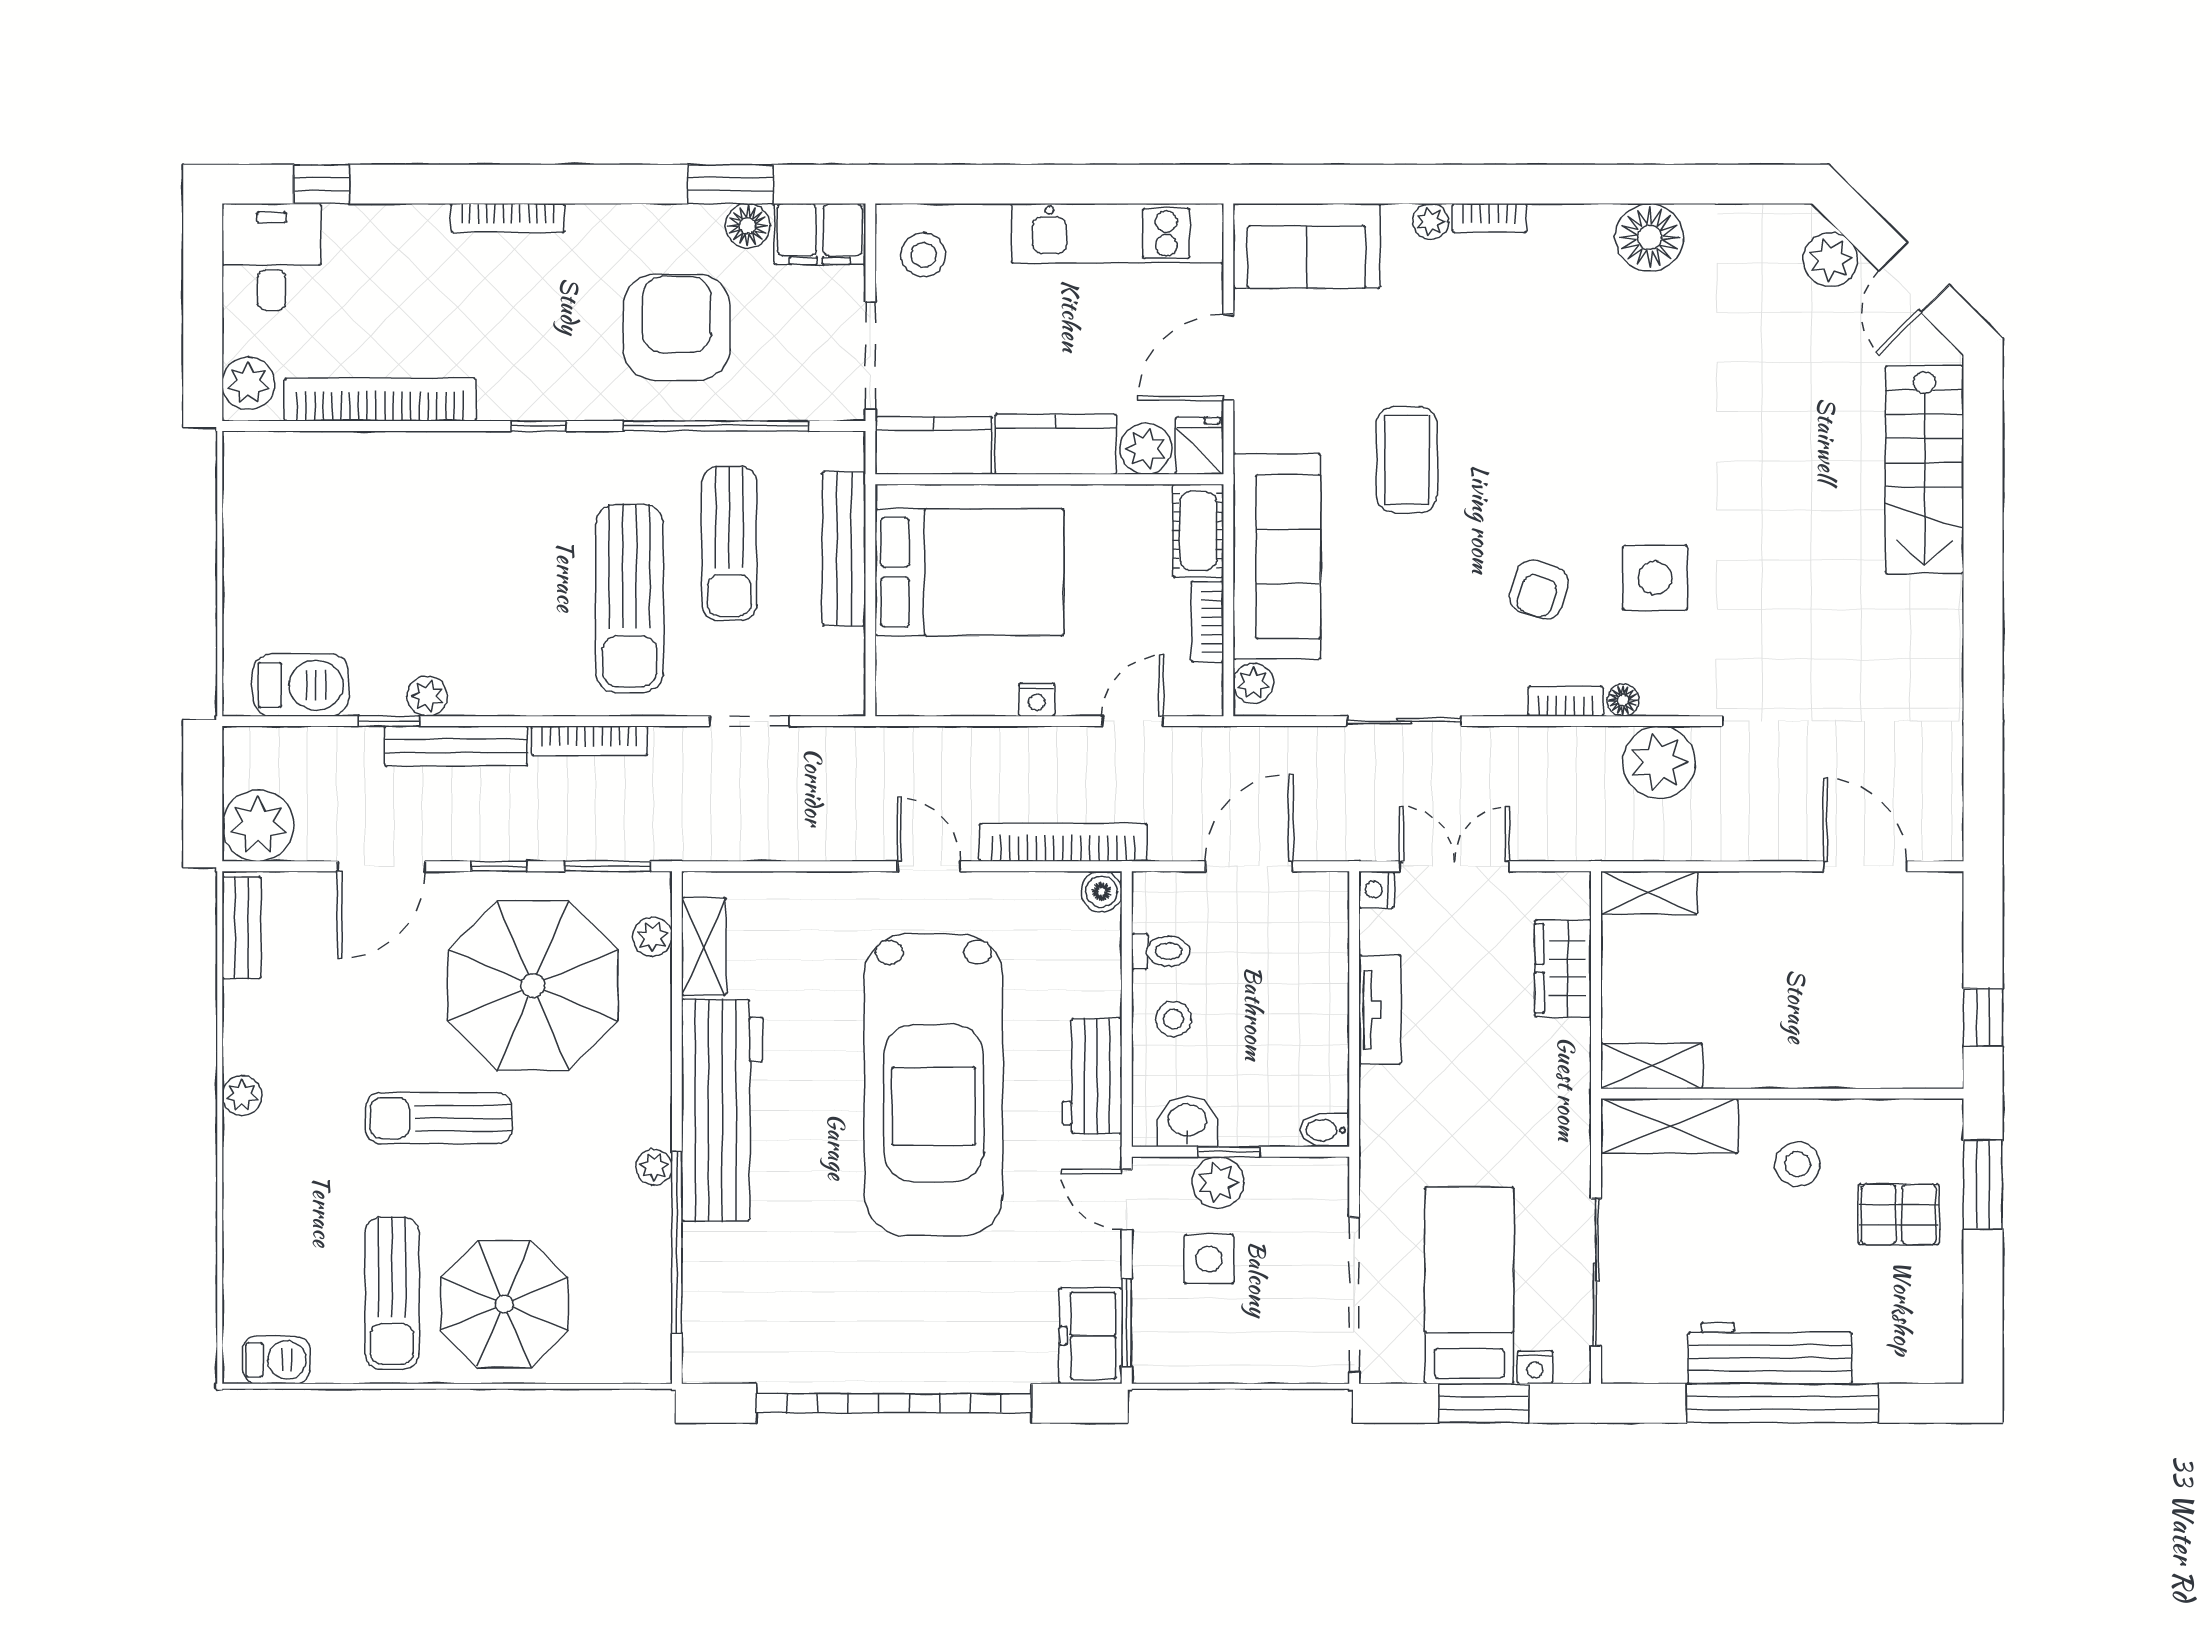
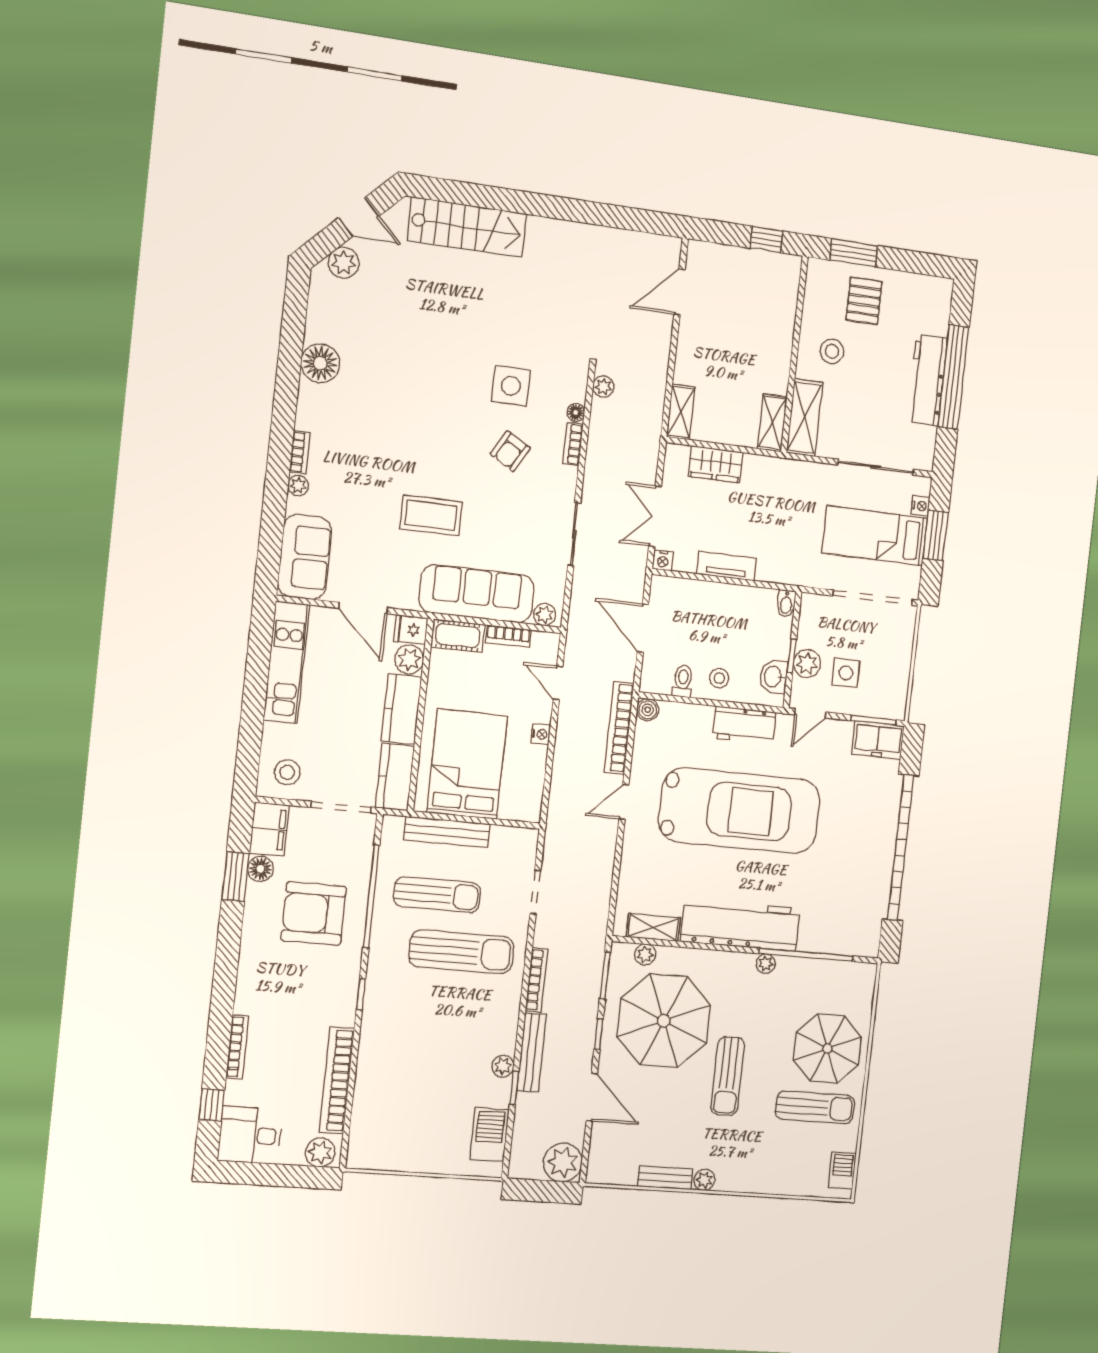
bookcase: (507, 218) -> (237, 1047), moved
armchair: (1539, 590) -> (510, 451), turned 102
plant: (1659, 762) -> (603, 387), width x0.53, depth x0.53
bench: (242, 928) -> (665, 1178), moved

